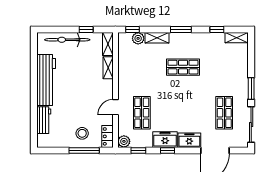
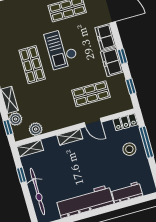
shelving: (108, 68) -> (70, 137), moved
checkout: (190, 97) -> (61, 49), added
plant: (124, 141) -> (36, 129), moved

